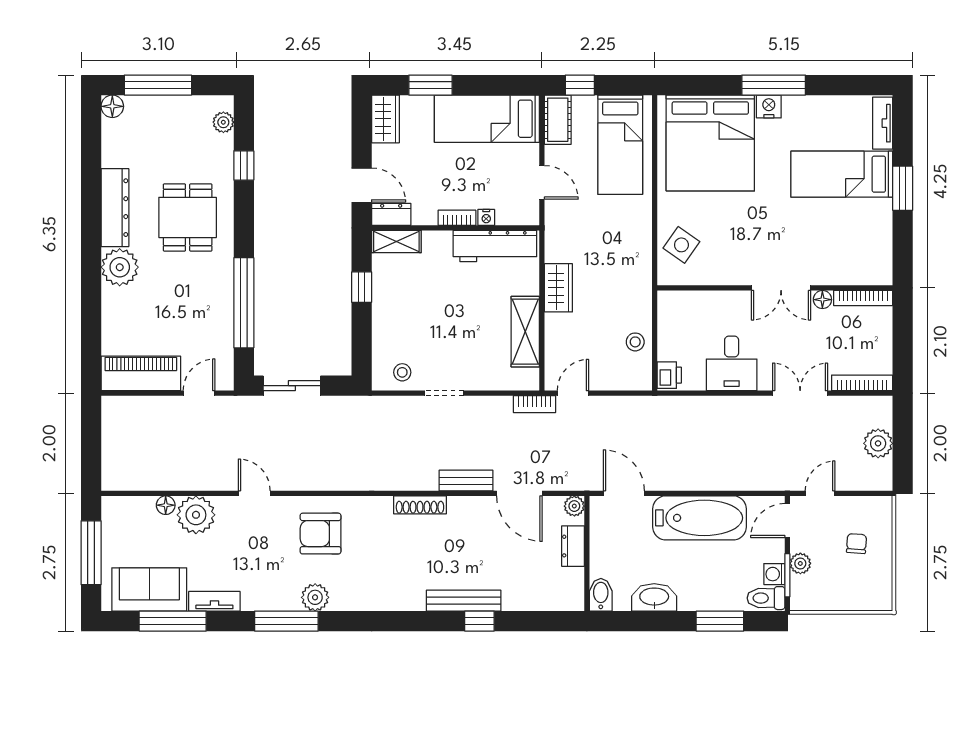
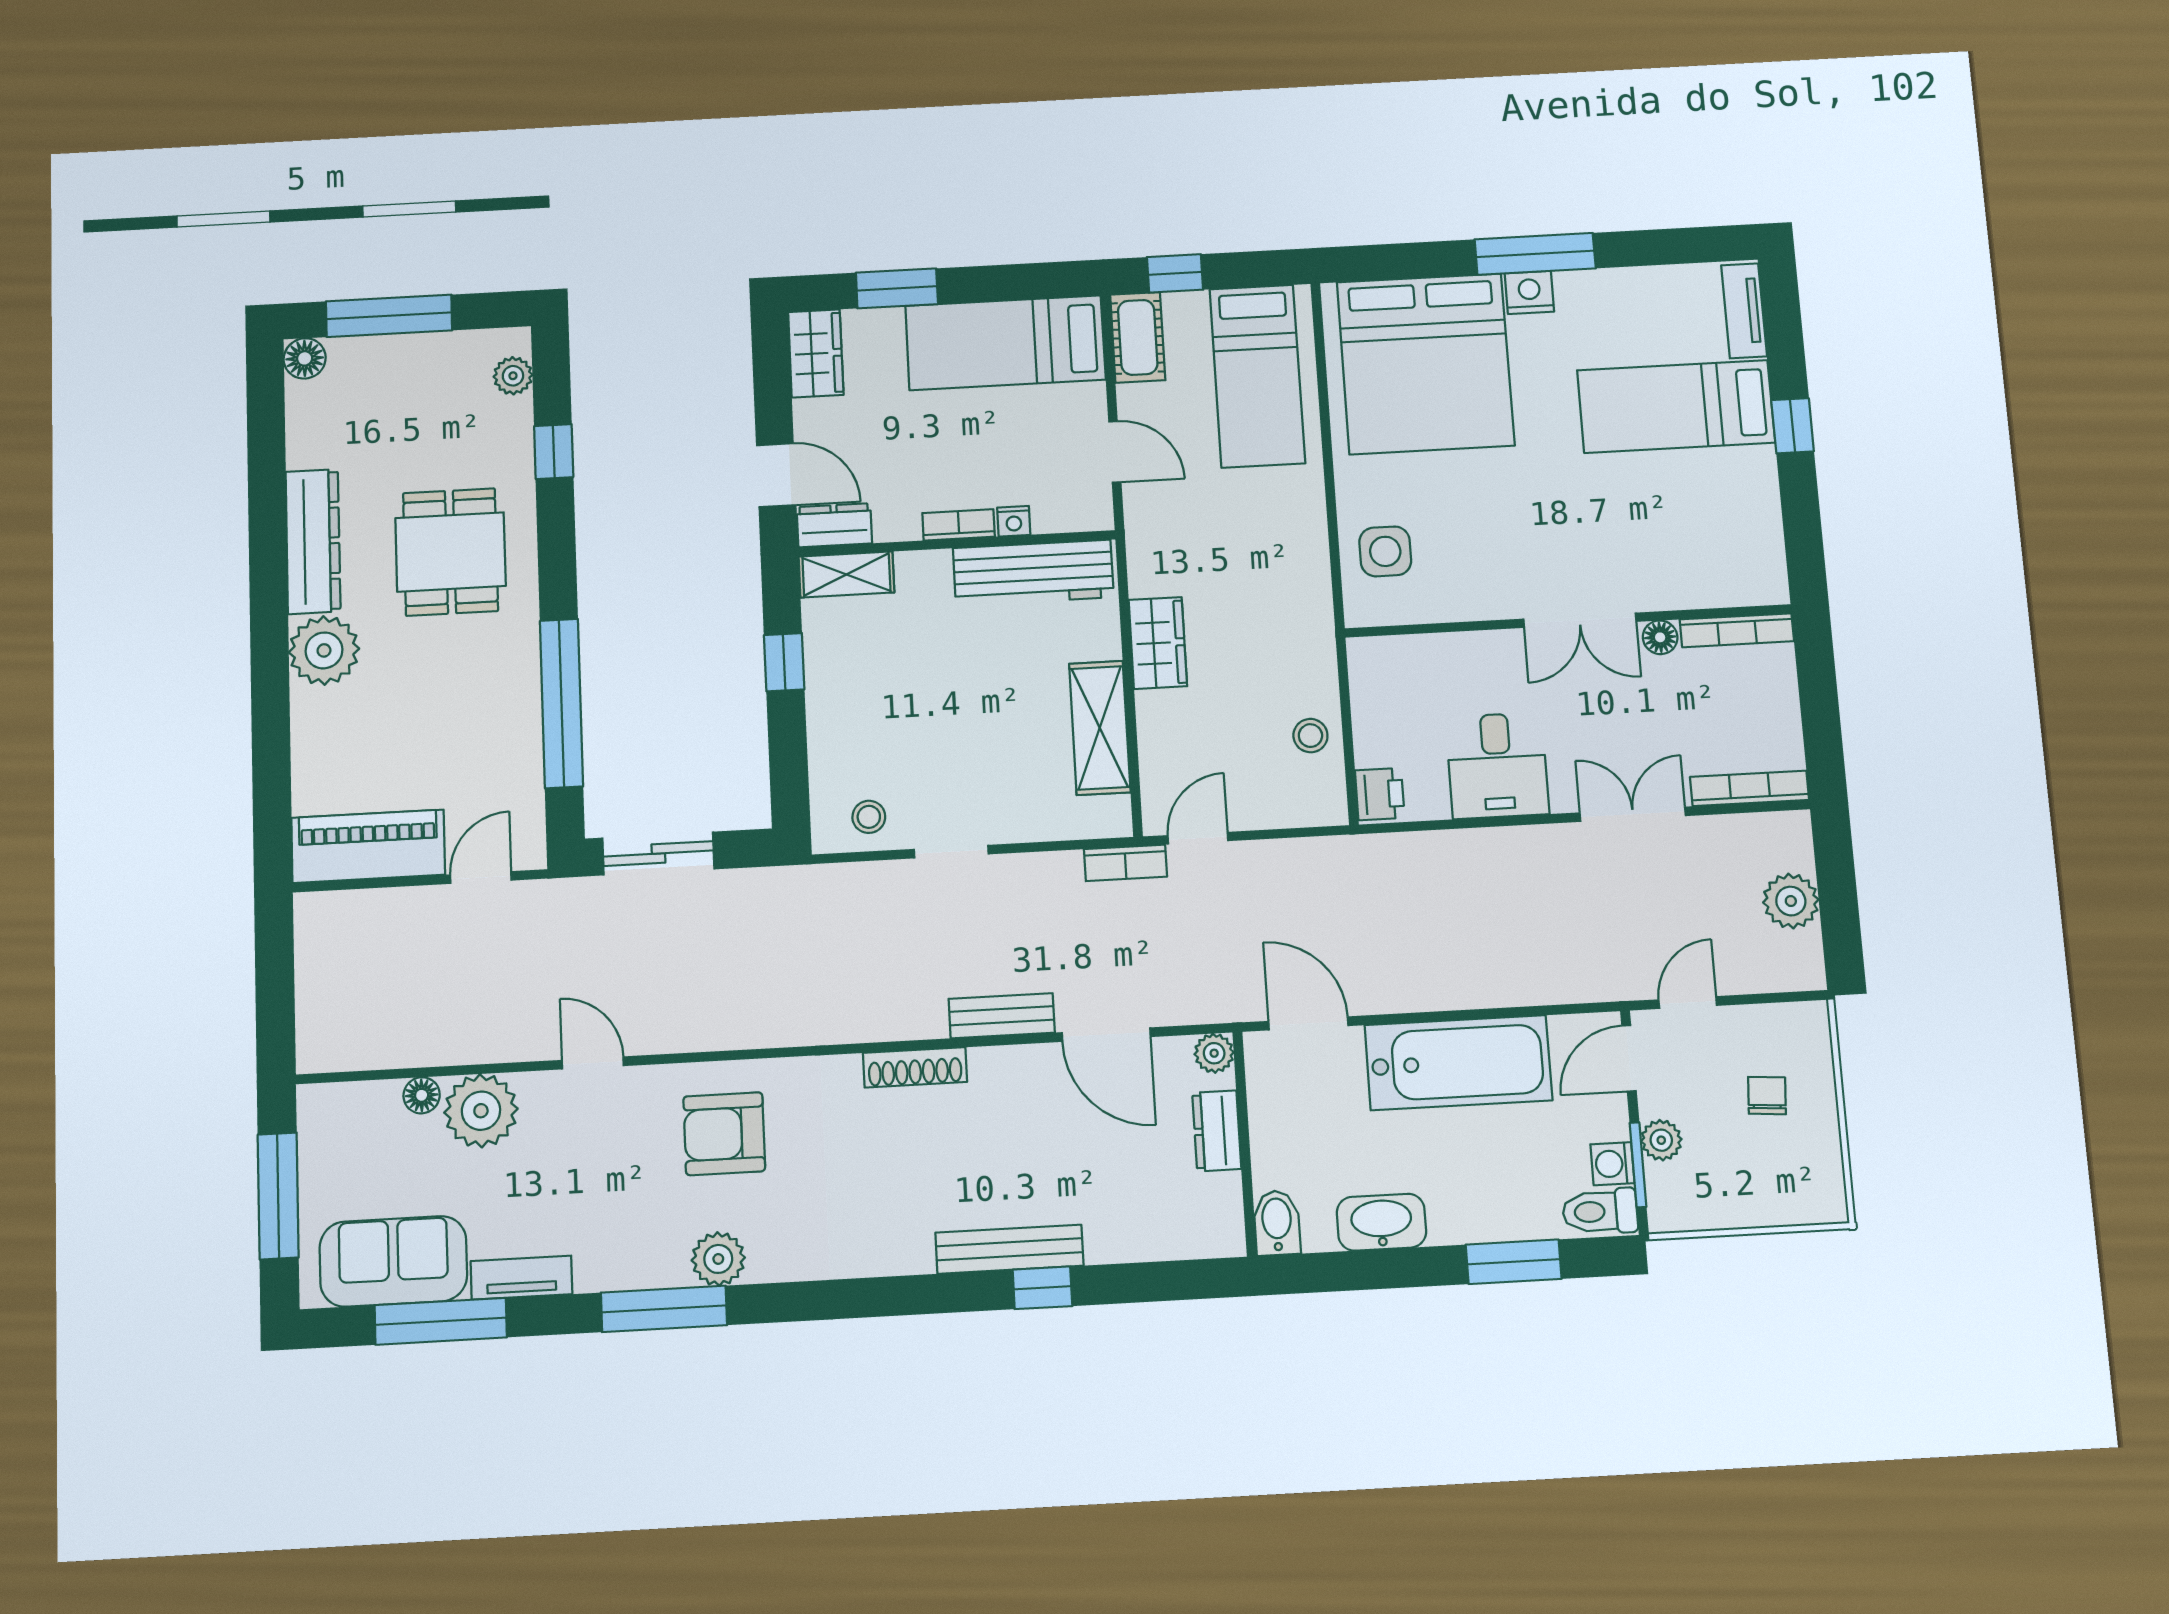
window: (903, 188) -> (1793, 426), width x0.67
side table: (681, 245) -> (1385, 551), turned -35

